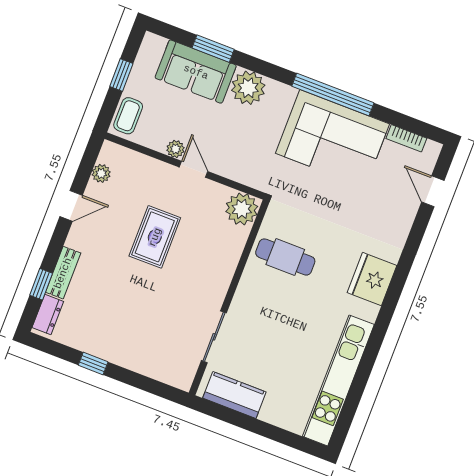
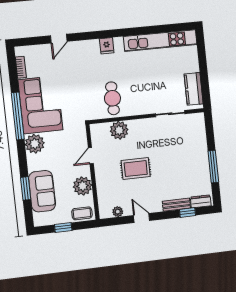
plant: (248, 88) -> (35, 144), moved
plant: (176, 149) -> (83, 186), width x1.88, depth x1.88
door: (193, 169) -> (91, 156), moved
door: (433, 191) -> (59, 39), moved
plant: (242, 209) -> (119, 130), moved
fridge: (372, 279) -> (107, 46), width x0.53, depth x0.75
window: (93, 364) -> (213, 167), width x2.17

